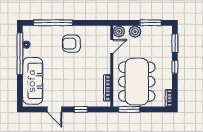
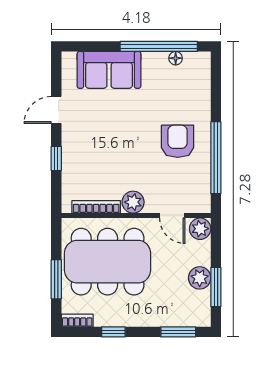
window: (53, 23) -> (216, 158), moved
plant: (135, 32) -> (200, 278), moved
window: (175, 67) -> (113, 332), moved
plant: (104, 68) -> (133, 202), added
sofa: (33, 81) -> (109, 70), width x0.73
window: (129, 109) -> (56, 279), moved

